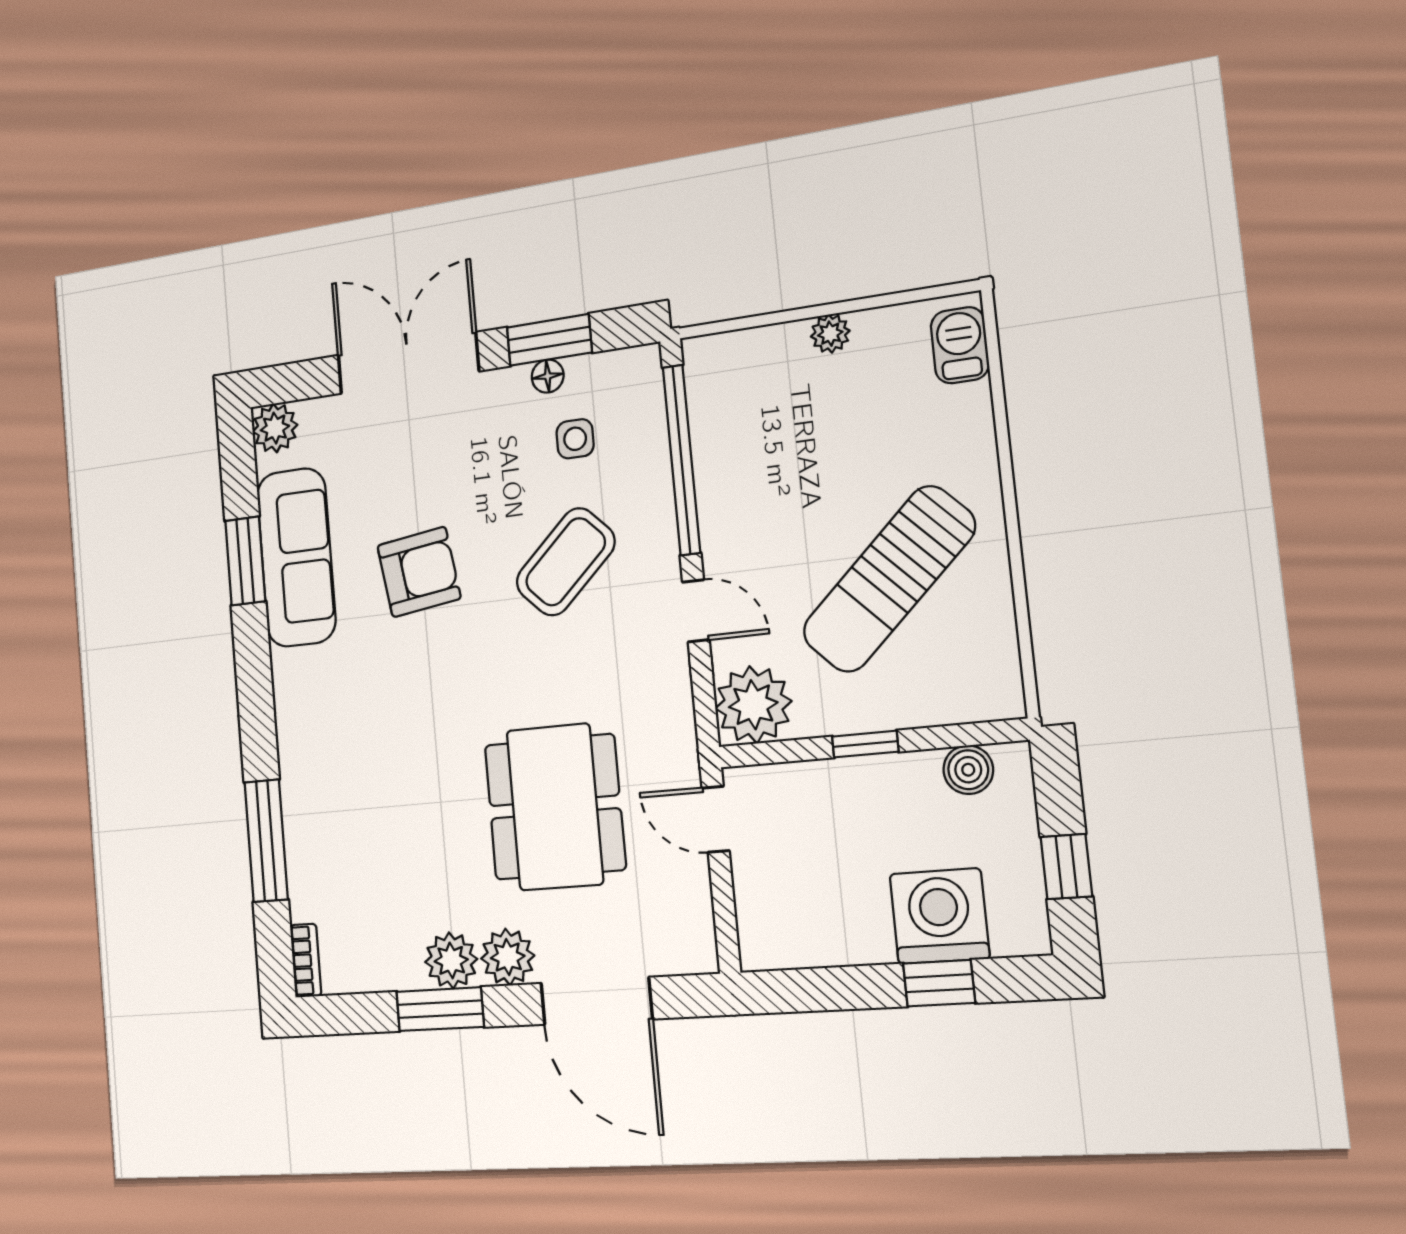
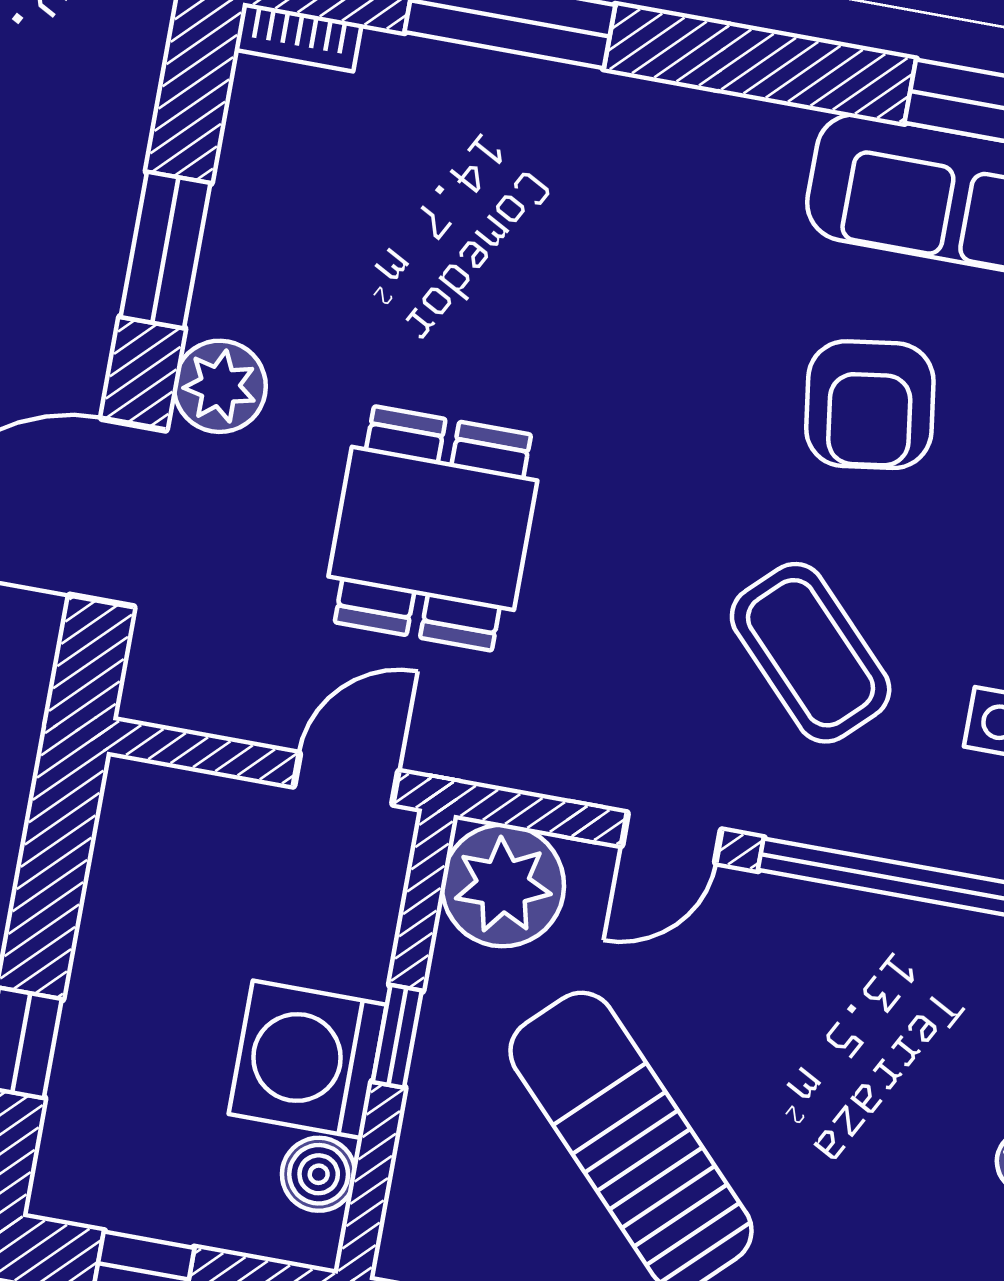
dining table: (555, 807) -> (433, 528), width x0.73
washing machine: (939, 916) -> (308, 1059), moved, turned 180
plant: (451, 960) -> (237, 290), removed

